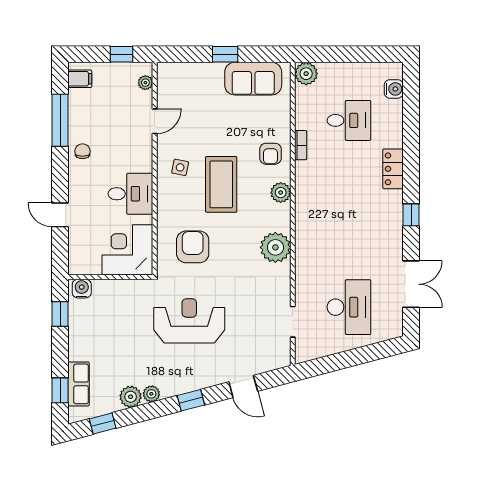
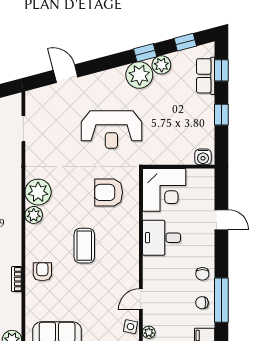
chair: (83, 117) -> (202, 303), added
side table: (180, 167) -> (130, 327), moved
coffee table: (221, 184) -> (84, 246), width x0.73, depth x0.76
plant: (281, 193) -> (34, 215), moved
armchair: (193, 247) -> (109, 192), turned 90
window: (60, 314) -> (221, 115), moved
plant: (151, 394) -> (139, 75), width x1.87, depth x1.87
window: (191, 400) -> (145, 53), moved

